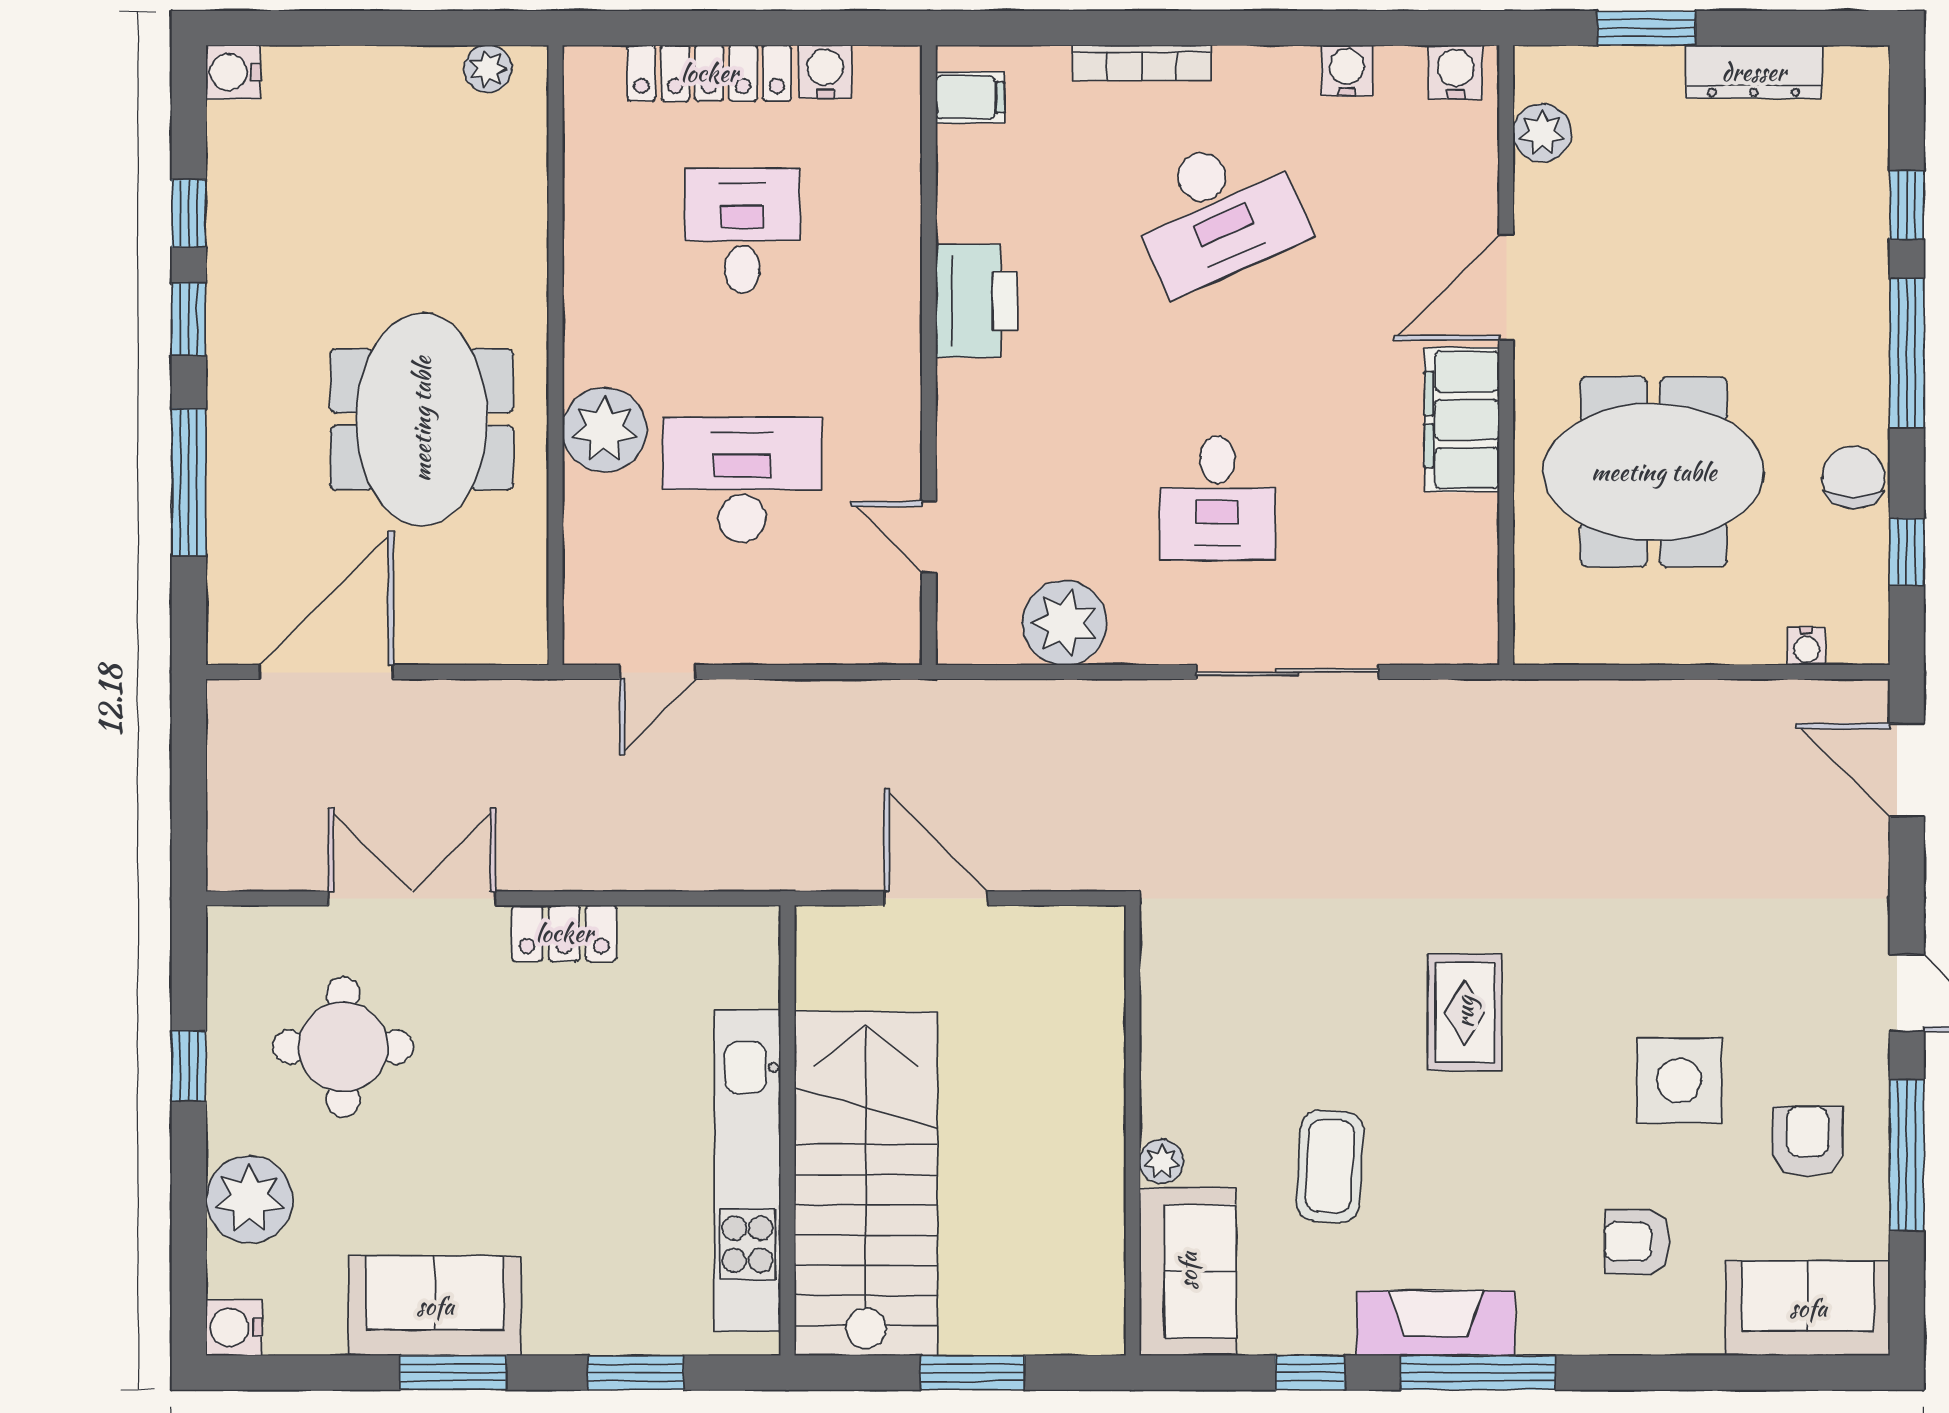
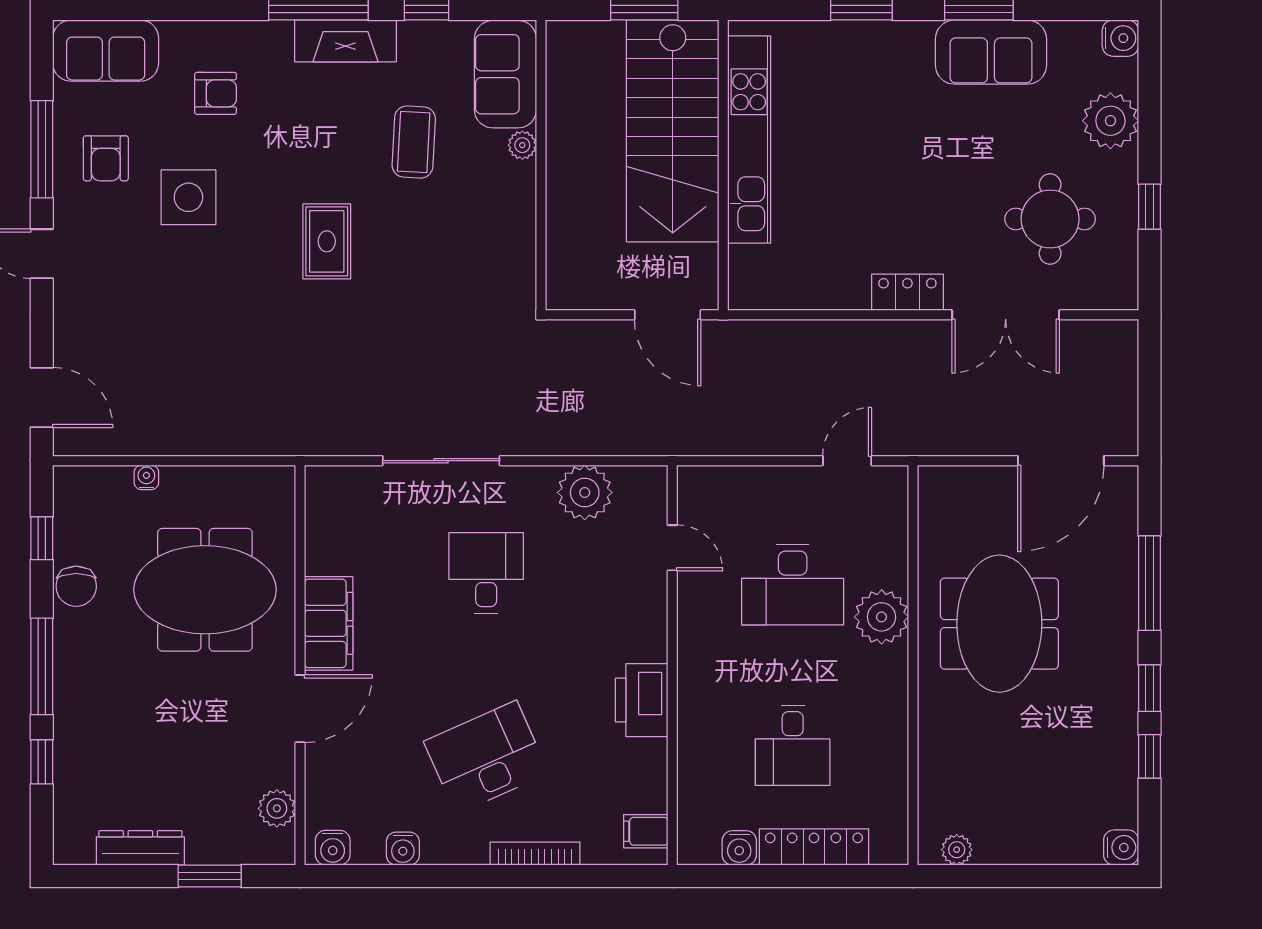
water cooler: (1806, 646) -> (146, 477), moved
wall: (787, 1130) -> (723, 165), moved
kitchen unit: (747, 1170) -> (749, 139), moved
stairs: (866, 1184) -> (673, 131), moved

